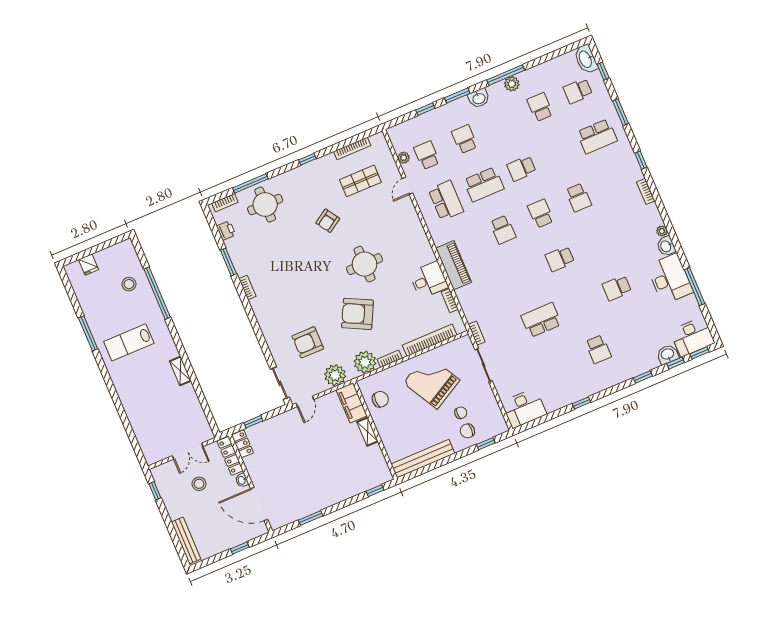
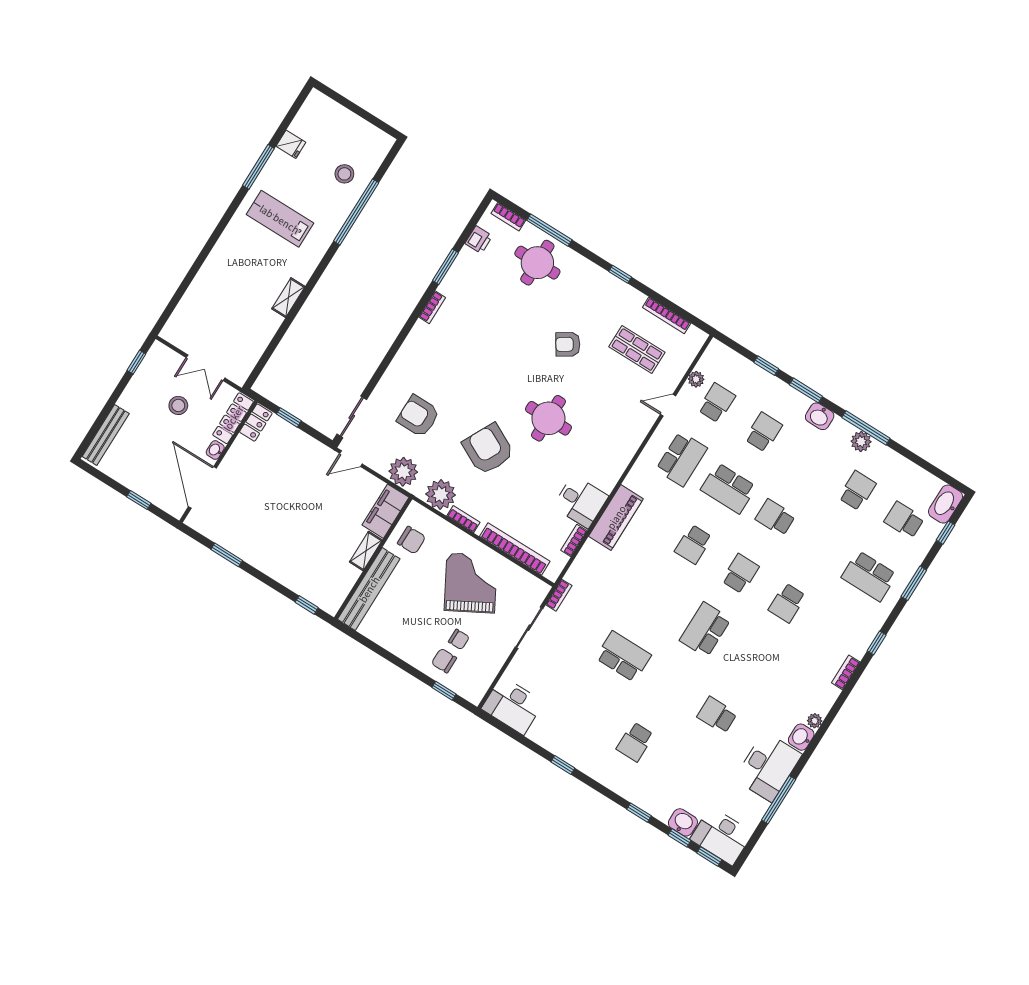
school desk: (560, 259) -> (705, 630), width x1.85
fridge: (88, 265) -> (291, 144), moved, turned -90
bench: (423, 459) -> (369, 589), moved, turned 90

